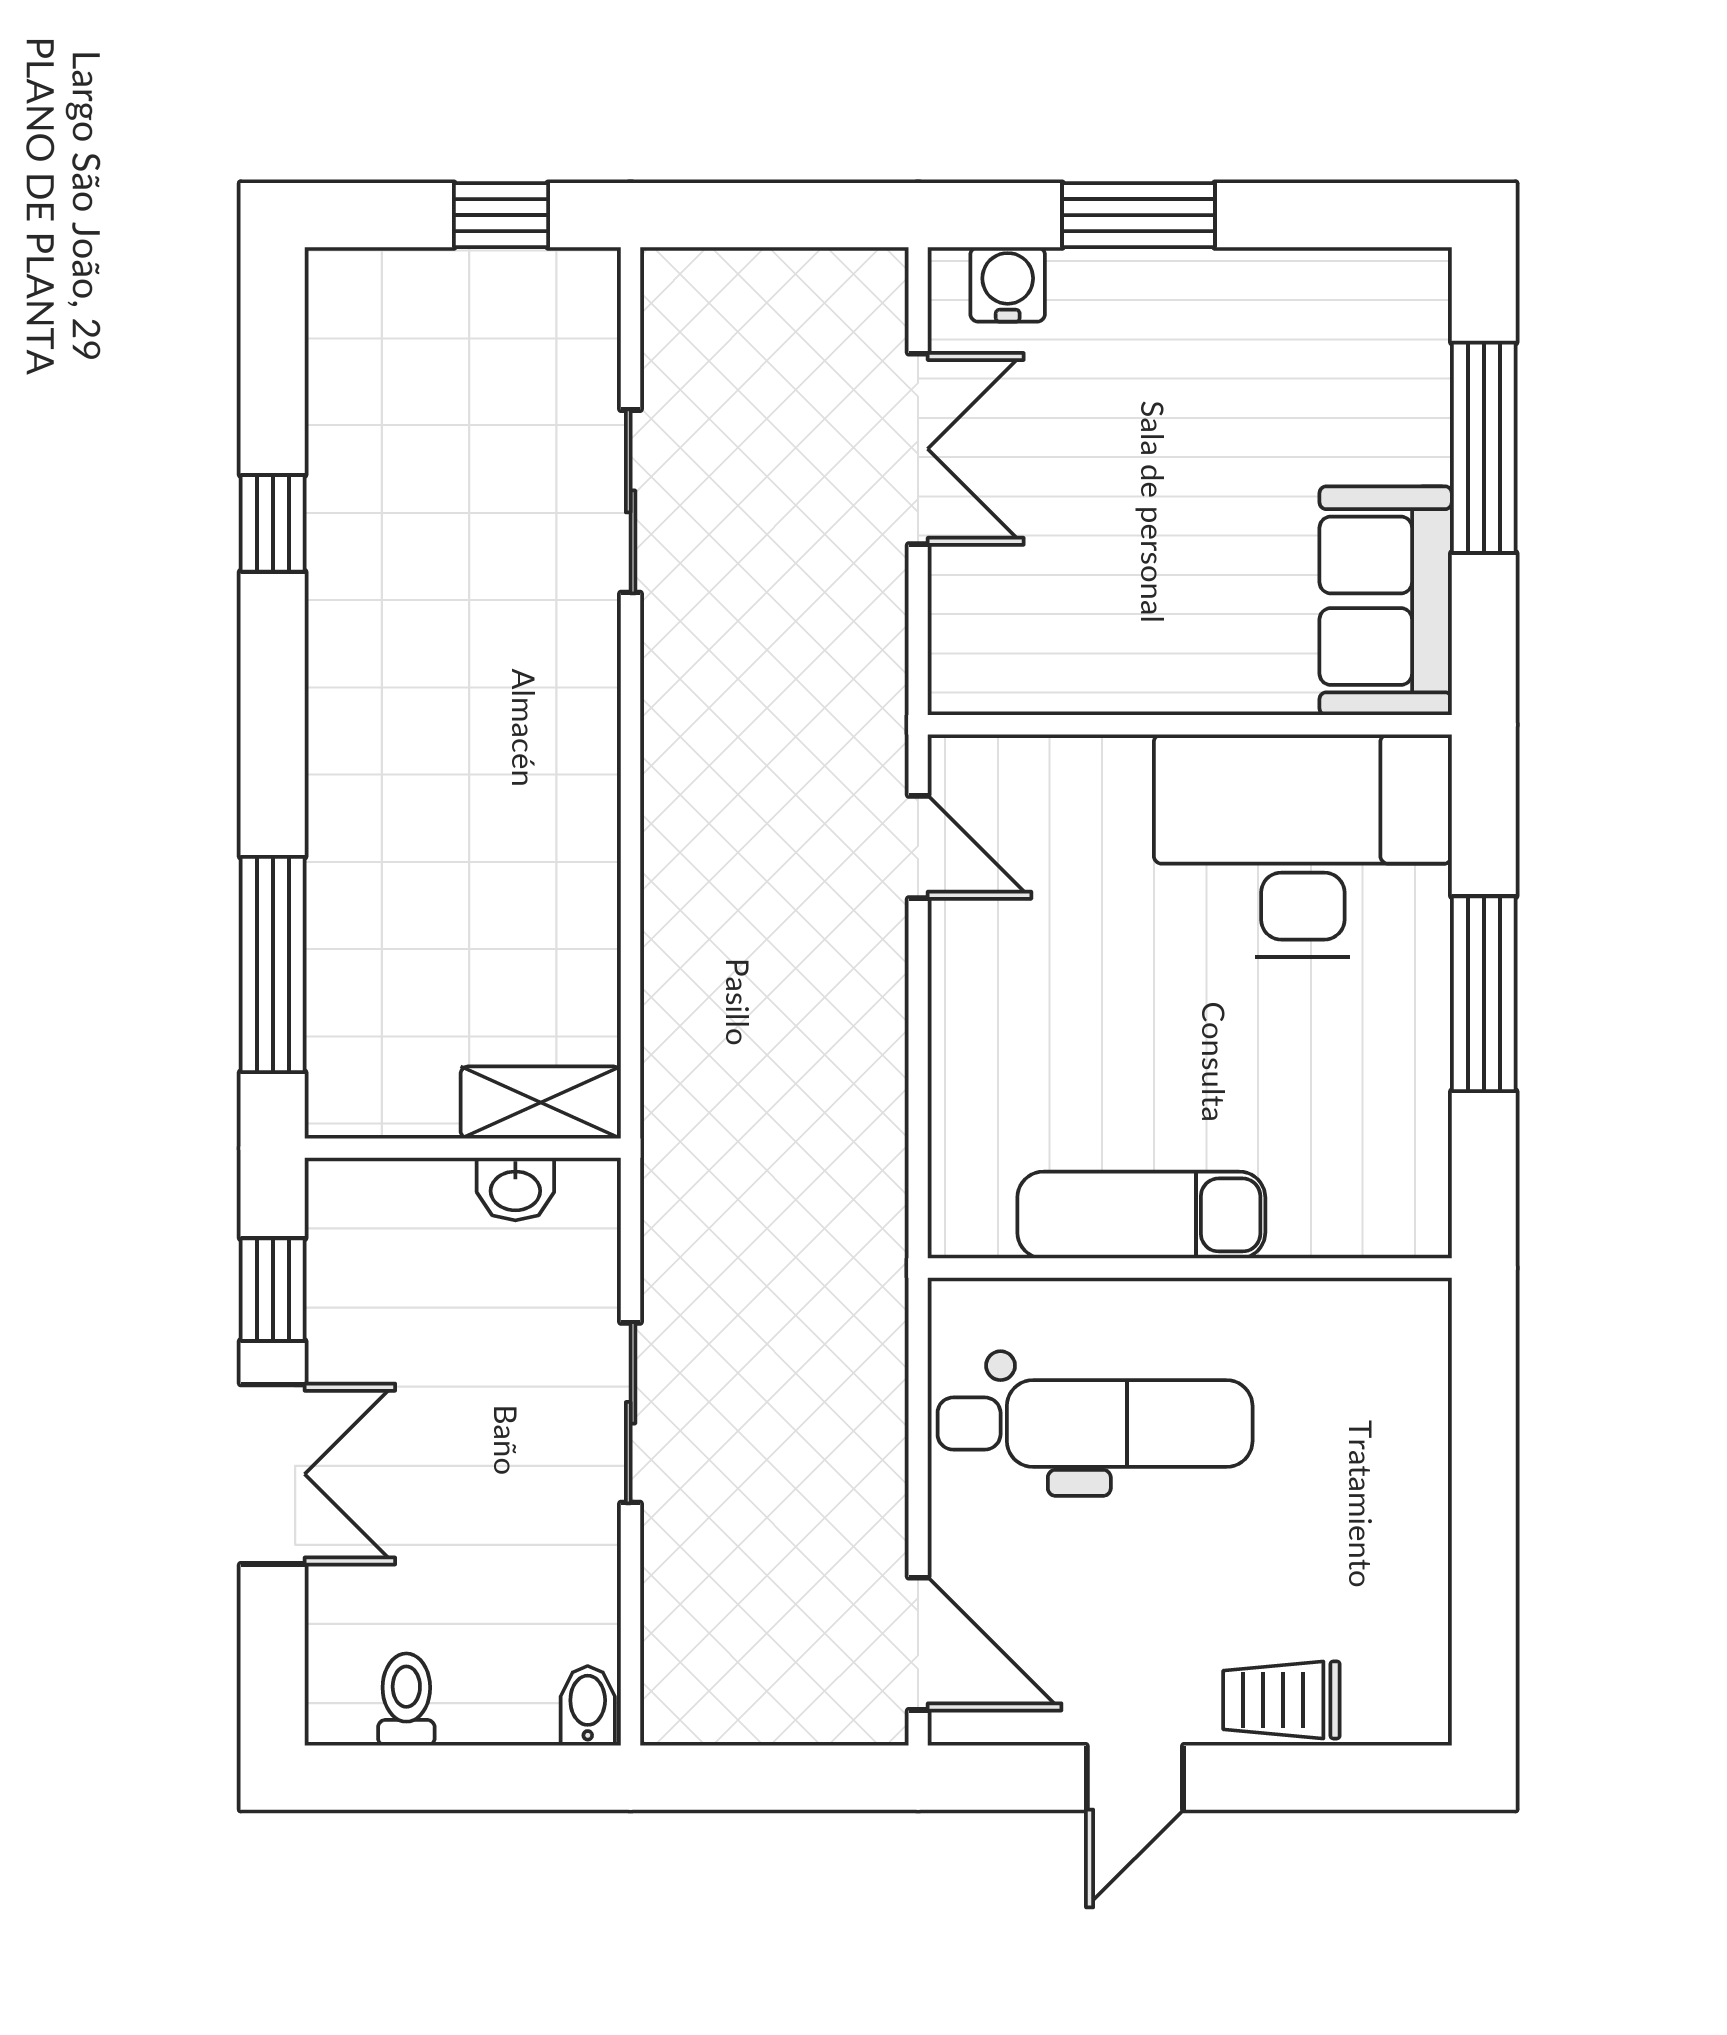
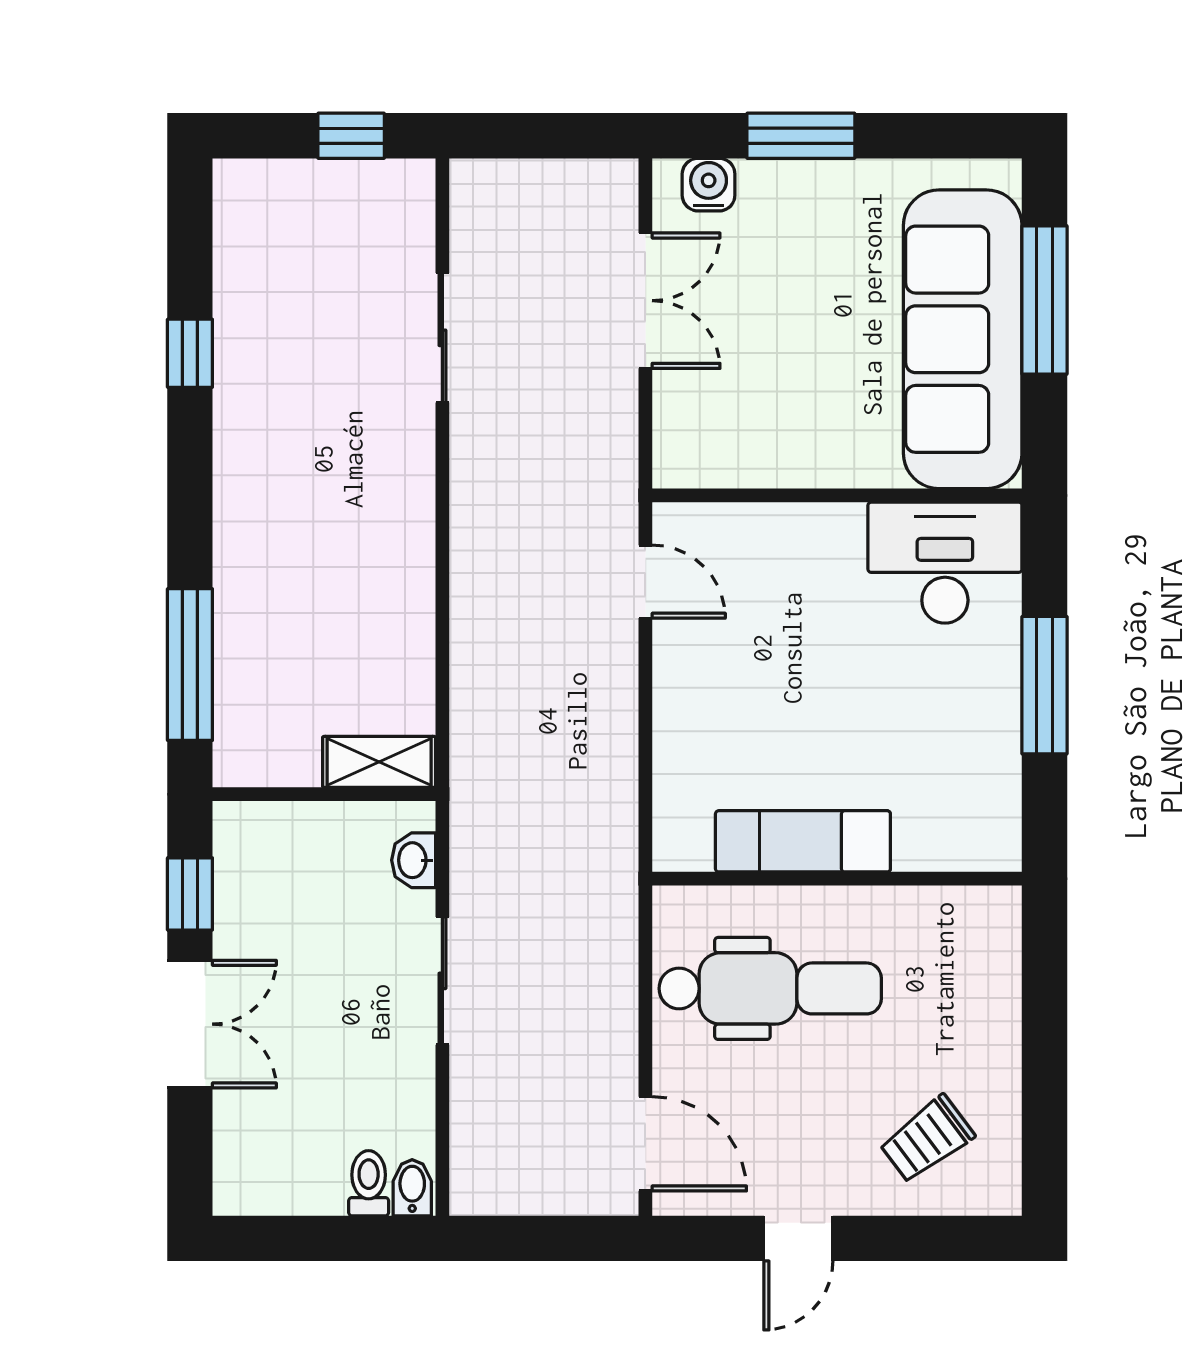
sofa: (1386, 601) -> (963, 339), width x1.85, depth x1.27
desk: (1303, 846) -> (945, 563), width x0.73, depth x0.77
washbasin: (515, 1189) -> (414, 860), moved, turned 90
toilet: (406, 1700) -> (369, 1183), moved
trolley: (1281, 1700) -> (927, 1139), moved, turned -37

